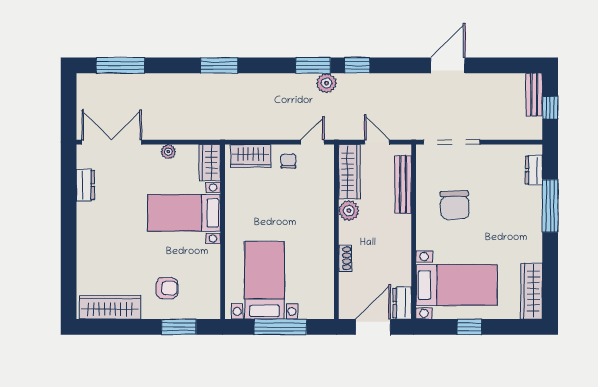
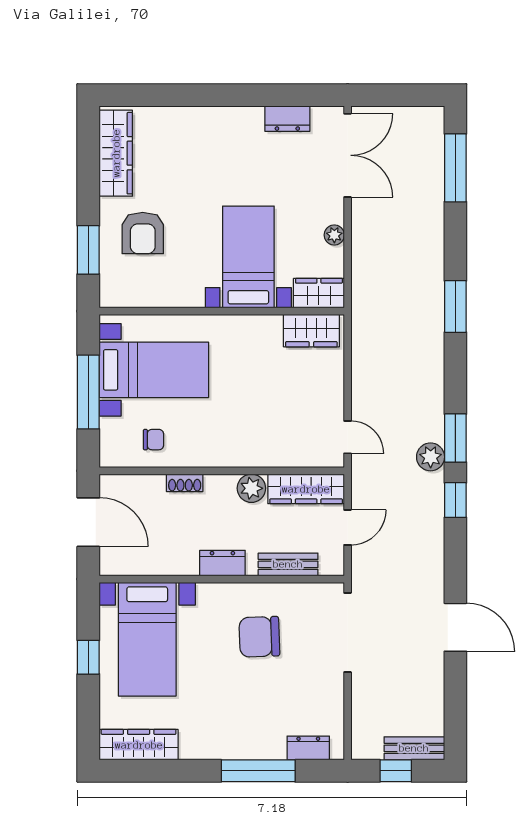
wardrobe: (251, 156) -> (311, 331), moved, turned -90
chair: (288, 161) -> (154, 440), moved
bench: (403, 185) -> (288, 564), width x0.73
armchair: (167, 288) -> (143, 233), width x1.38, depth x1.38
dresser: (402, 303) -> (222, 563), moved

